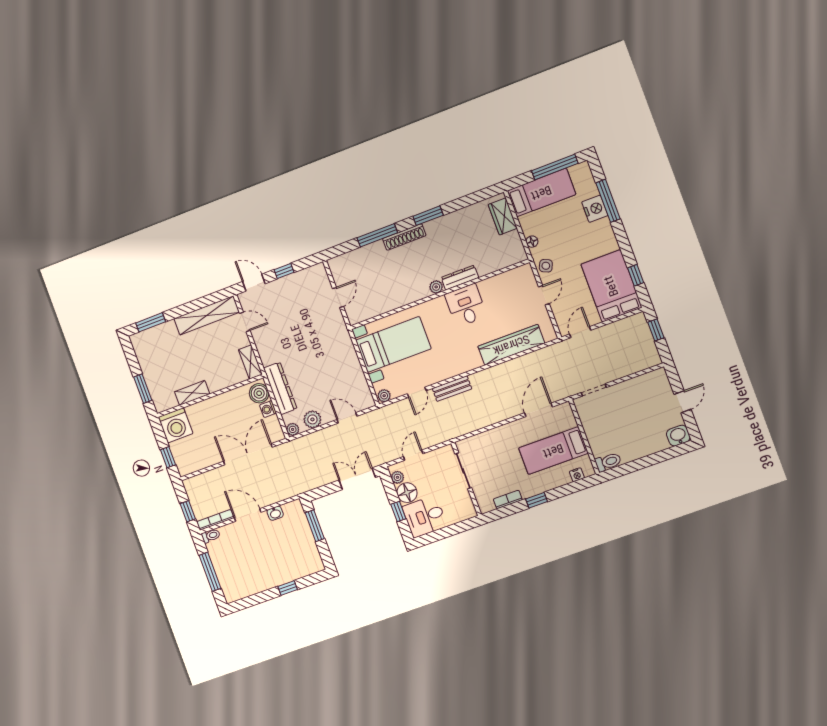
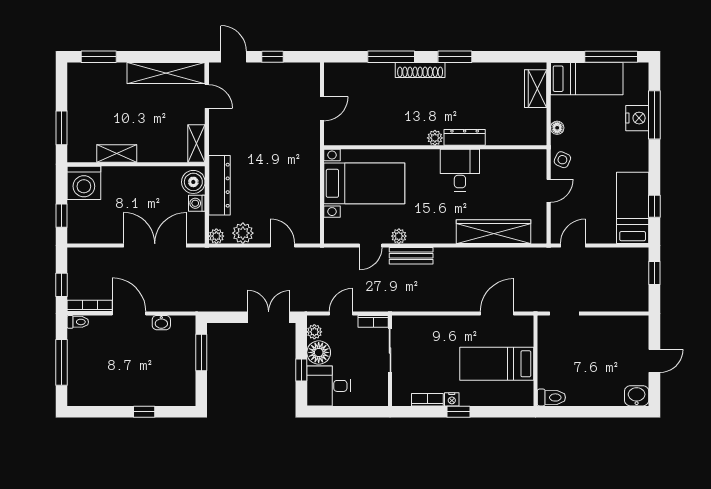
bed: (611, 286) -> (633, 208), width x0.67
plant: (384, 396) -> (399, 236), moved
bookcase: (441, 452) -> (373, 321), added
nightstand: (577, 475) -> (452, 399), moved

